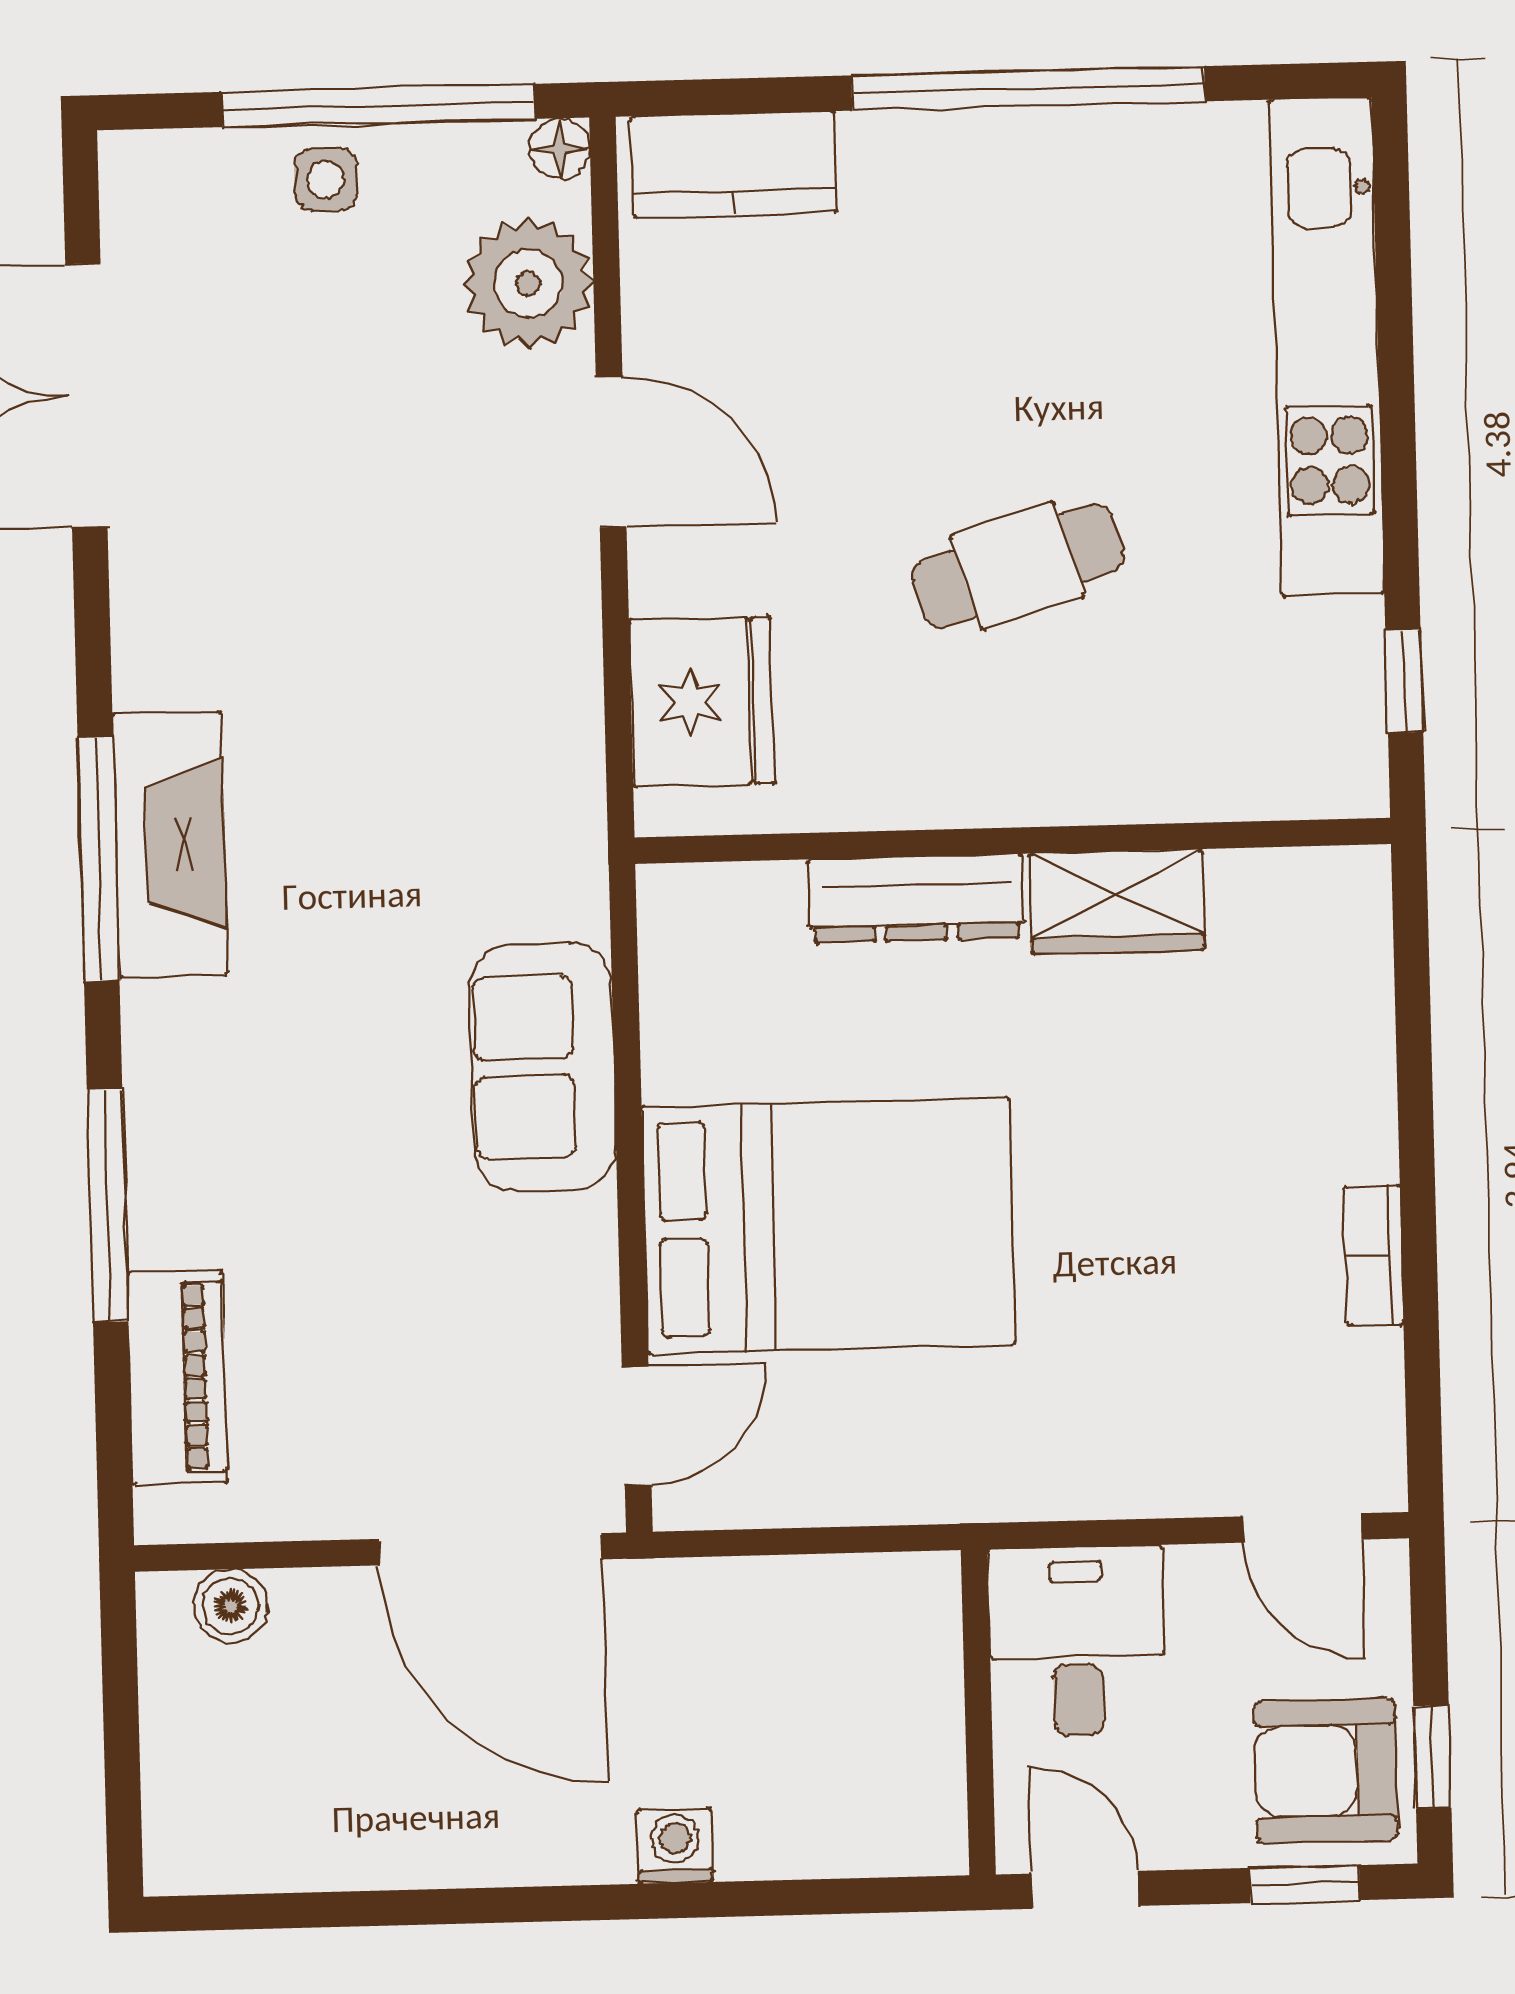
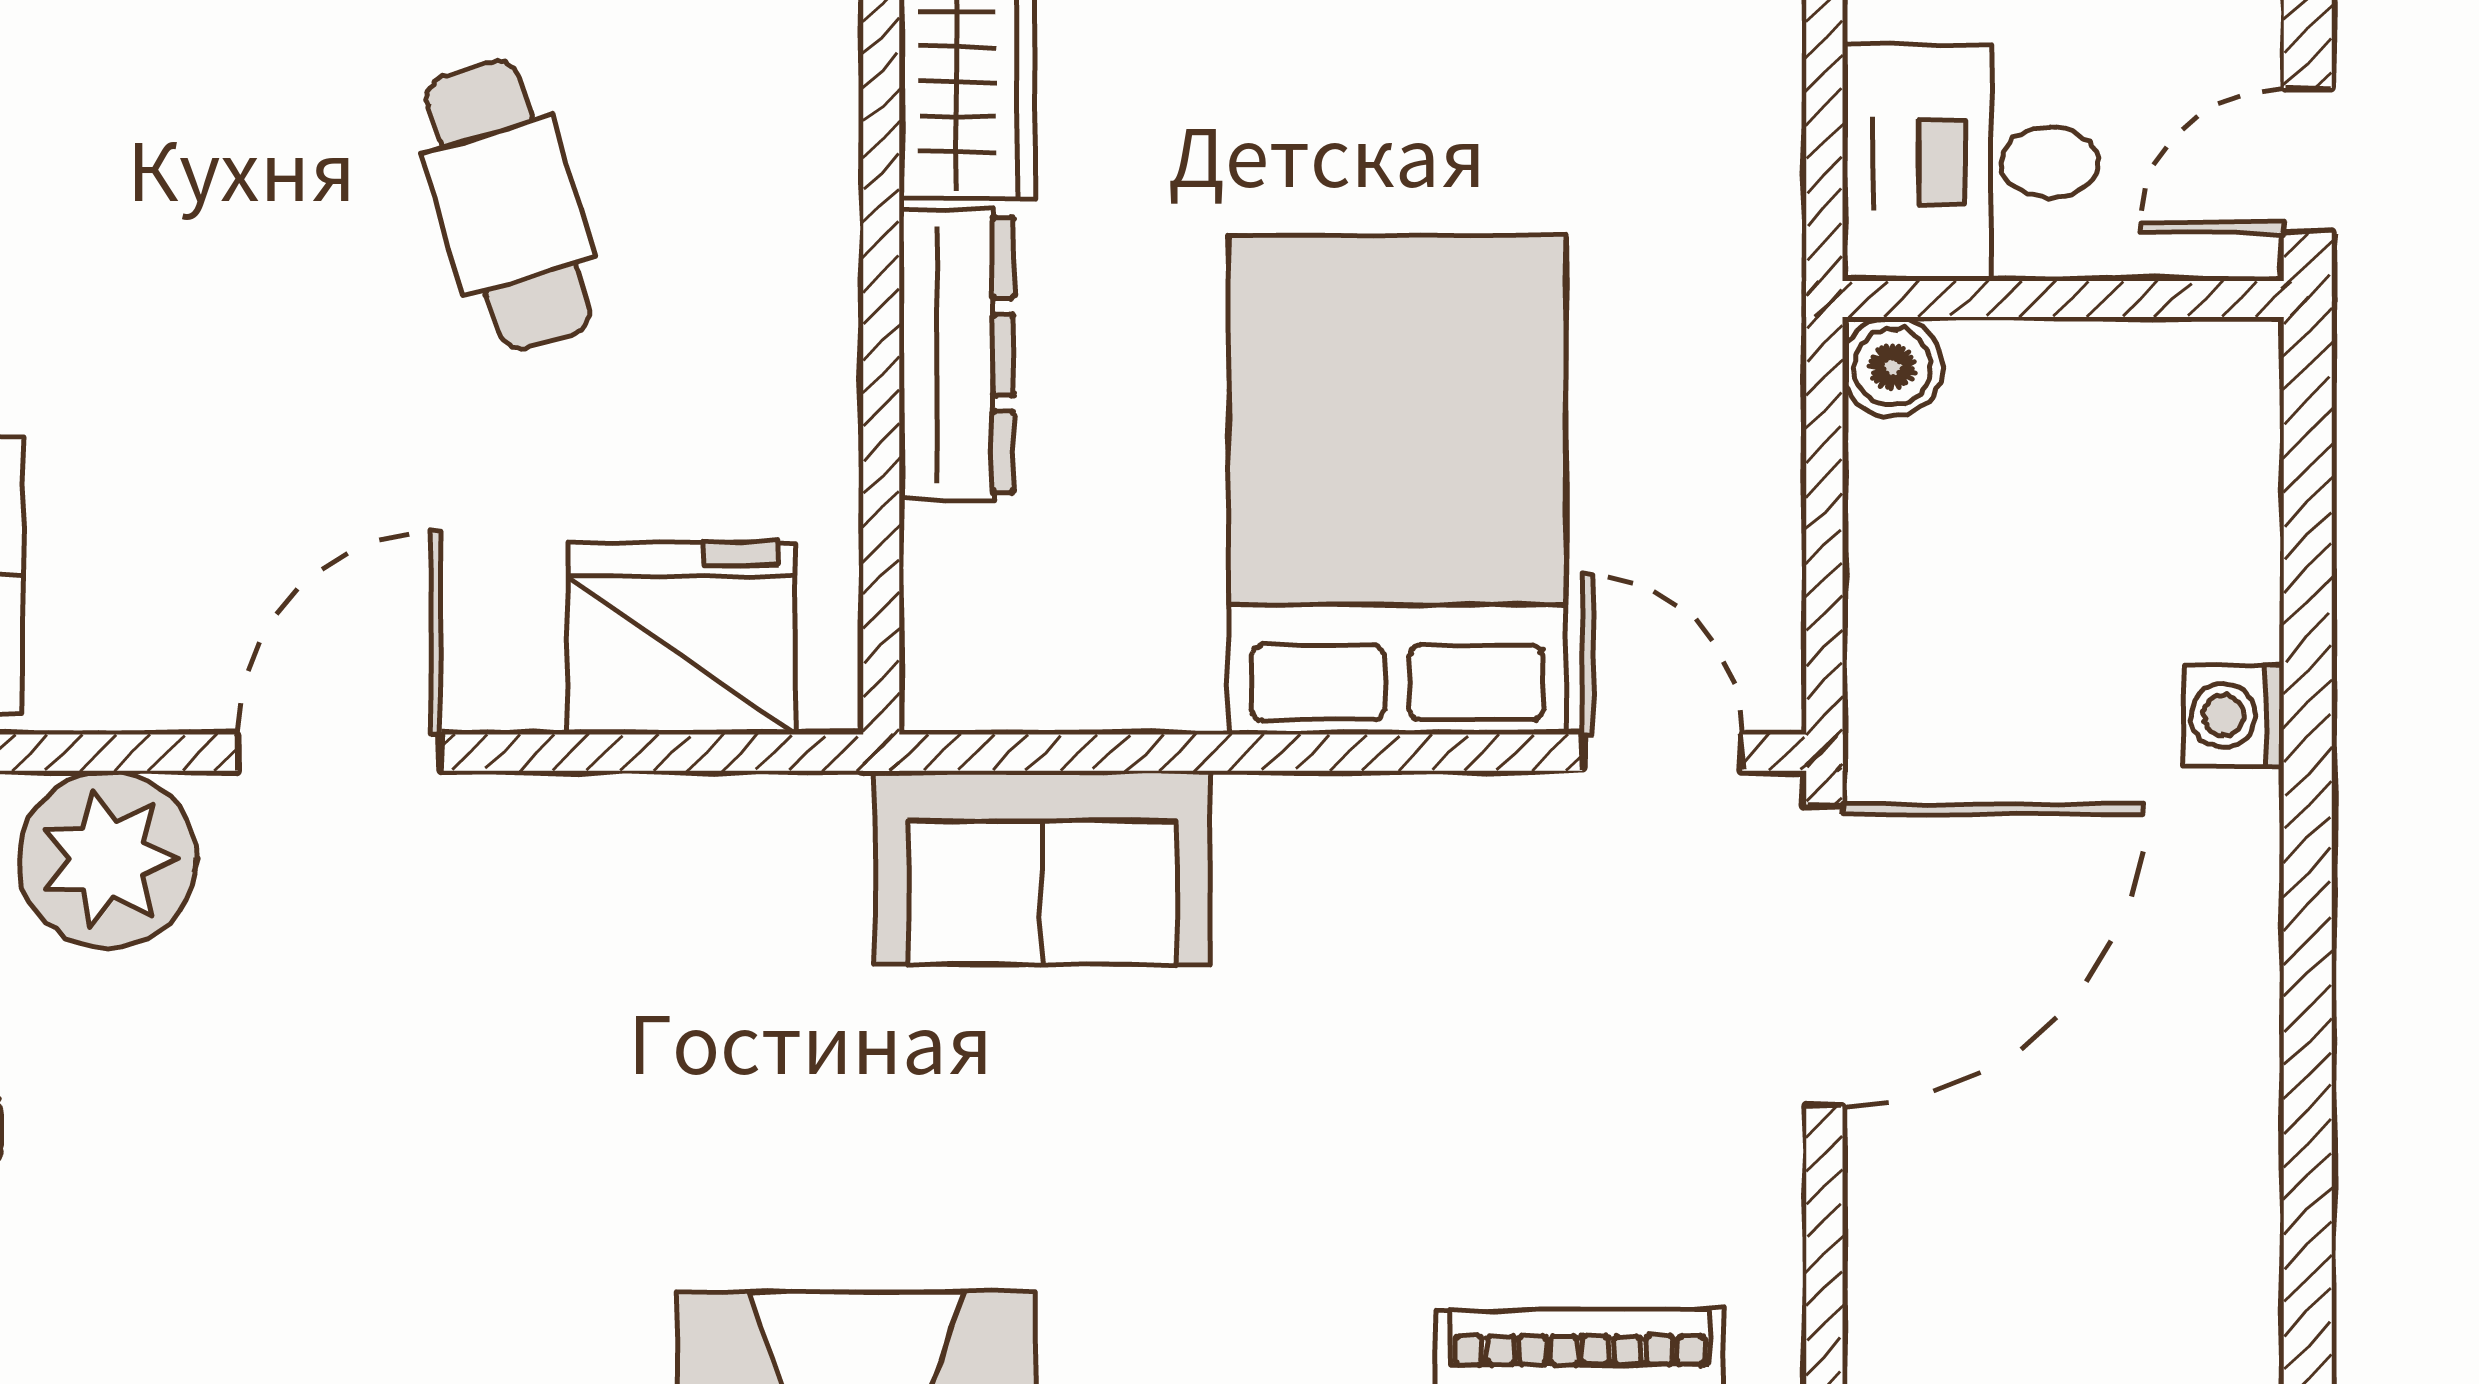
sofa: (543, 1067) -> (1042, 867), moved
boiler: (231, 1606) -> (1892, 367), moved

